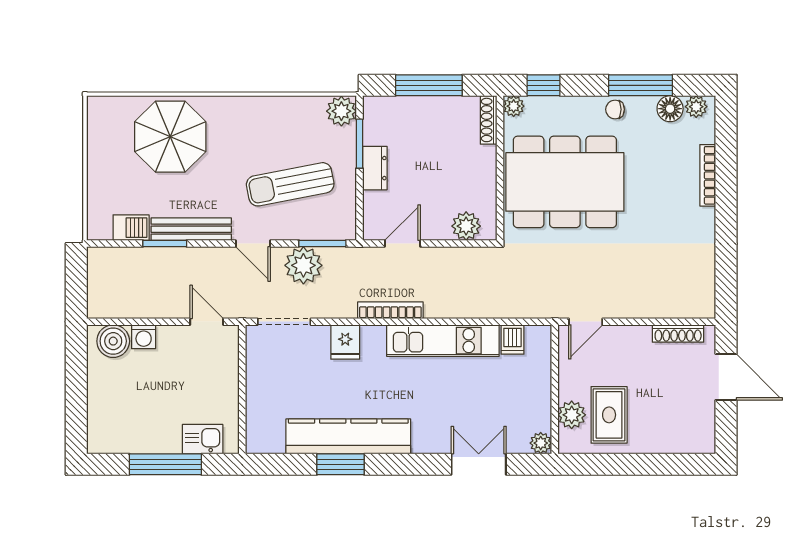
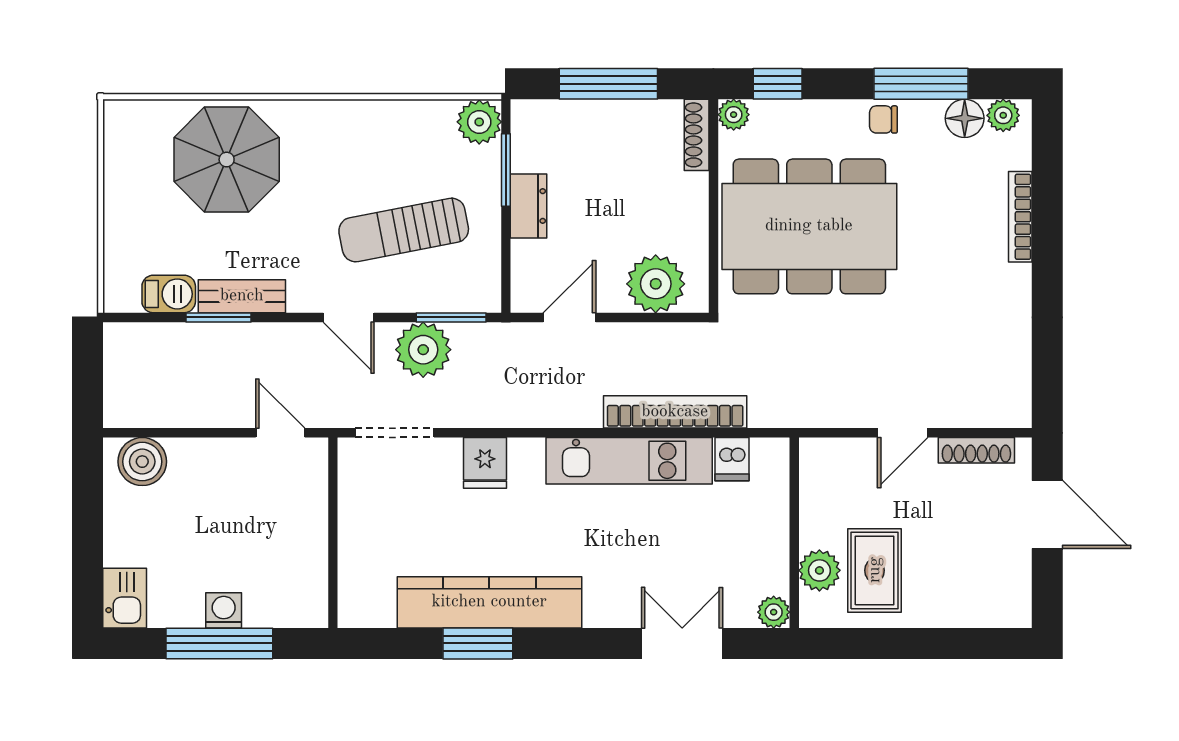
plant: (466, 226) -> (656, 284), width x1.36, depth x1.36
bench: (191, 229) -> (242, 296), width x0.73
bookcase: (390, 310) -> (675, 412), moved, width x1.48, depth x1.31
door: (586, 322) -> (903, 433), moved
washing machine: (144, 337) -> (224, 610), moved, turned 180
kitchen sink: (203, 439) -> (125, 598), moved, turned 90

